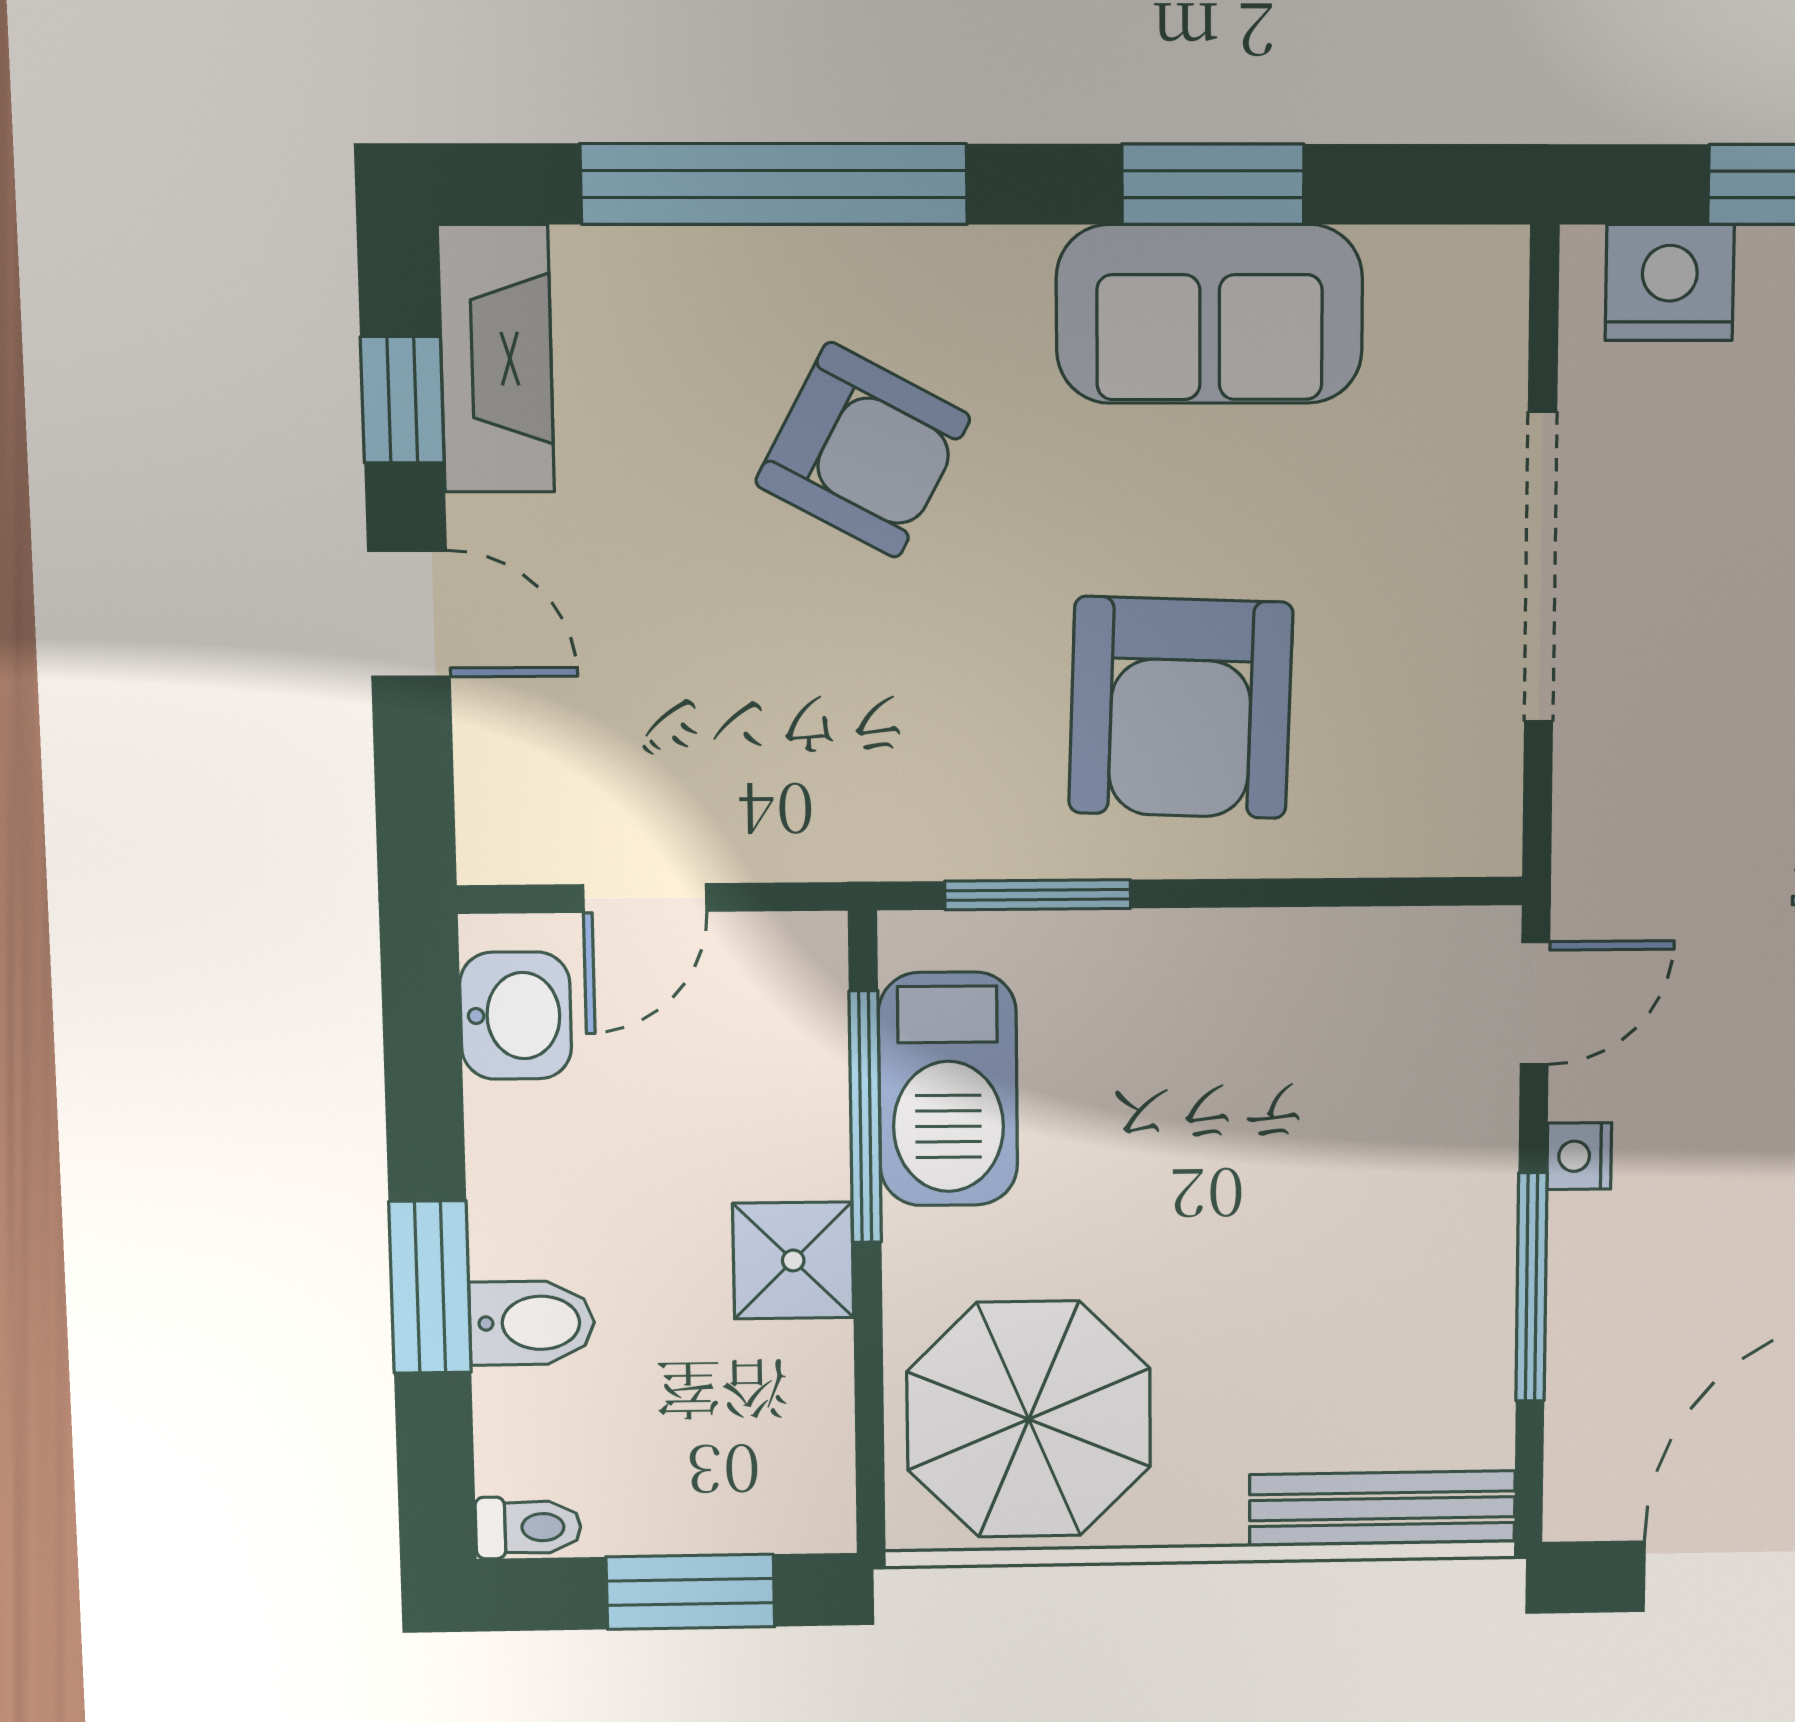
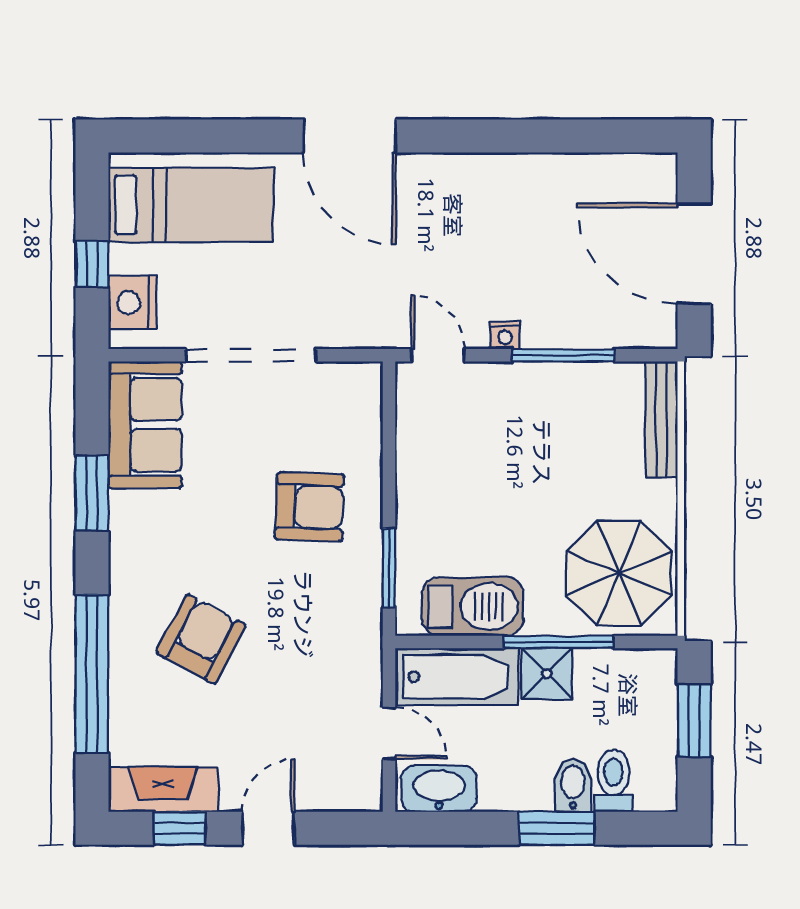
sofa: (1210, 314) -> (145, 425), moved
armchair: (1181, 708) -> (310, 507), width x0.73, depth x0.73
washbasin: (516, 1016) -> (439, 789), width x1.38
bathtub: (782, 1056) -> (458, 677), added
window: (865, 1117) -> (558, 642), moved
toilet: (528, 1527) -> (614, 781), moved, width x1.37, depth x1.39

